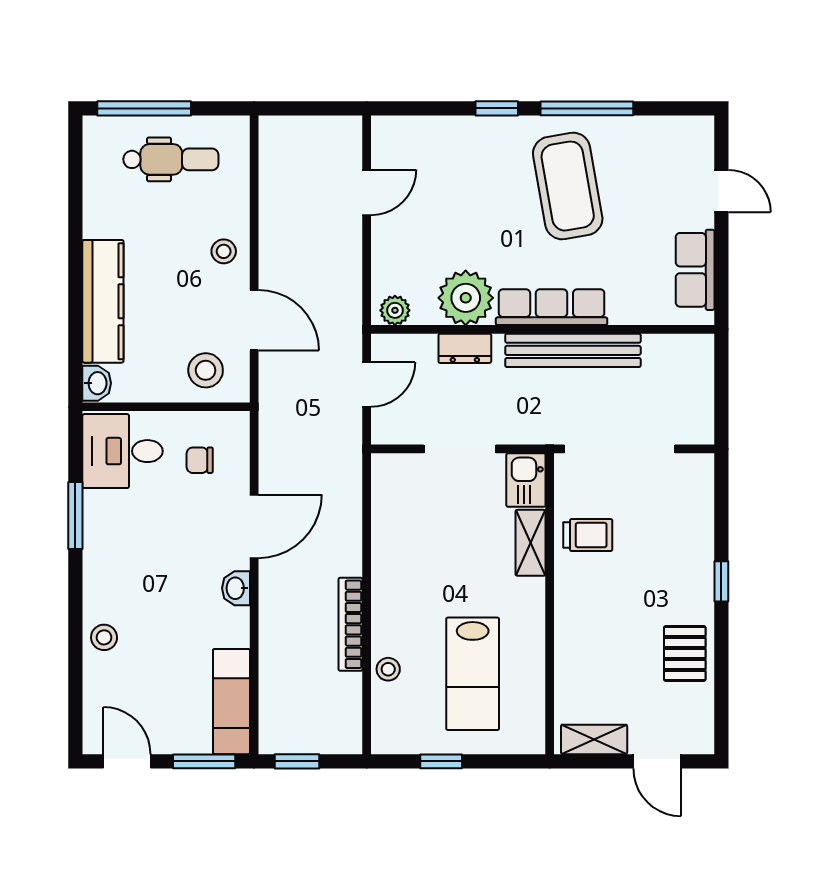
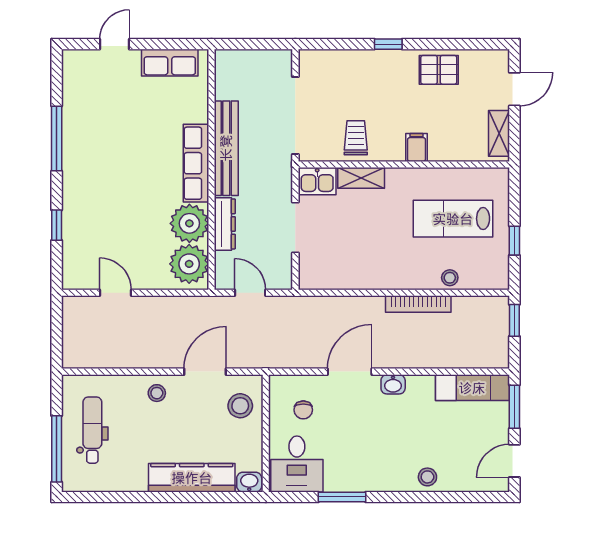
window: (497, 108) -> (57, 225), moved
coffee table: (568, 186) -> (111, 152), removed
plant: (395, 310) -> (189, 264), width x1.87, depth x1.87
dresser: (465, 348) -> (225, 224), width x1.44
door: (254, 526) -> (350, 372), hinge flipped
filing cabinet: (574, 622) -> (417, 148), added
lab bench: (473, 674) -> (453, 219), turned 180
window: (297, 761) -> (514, 320), moved

